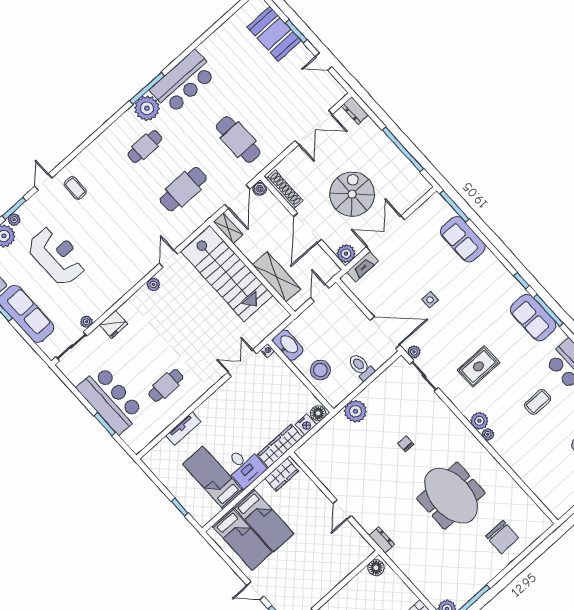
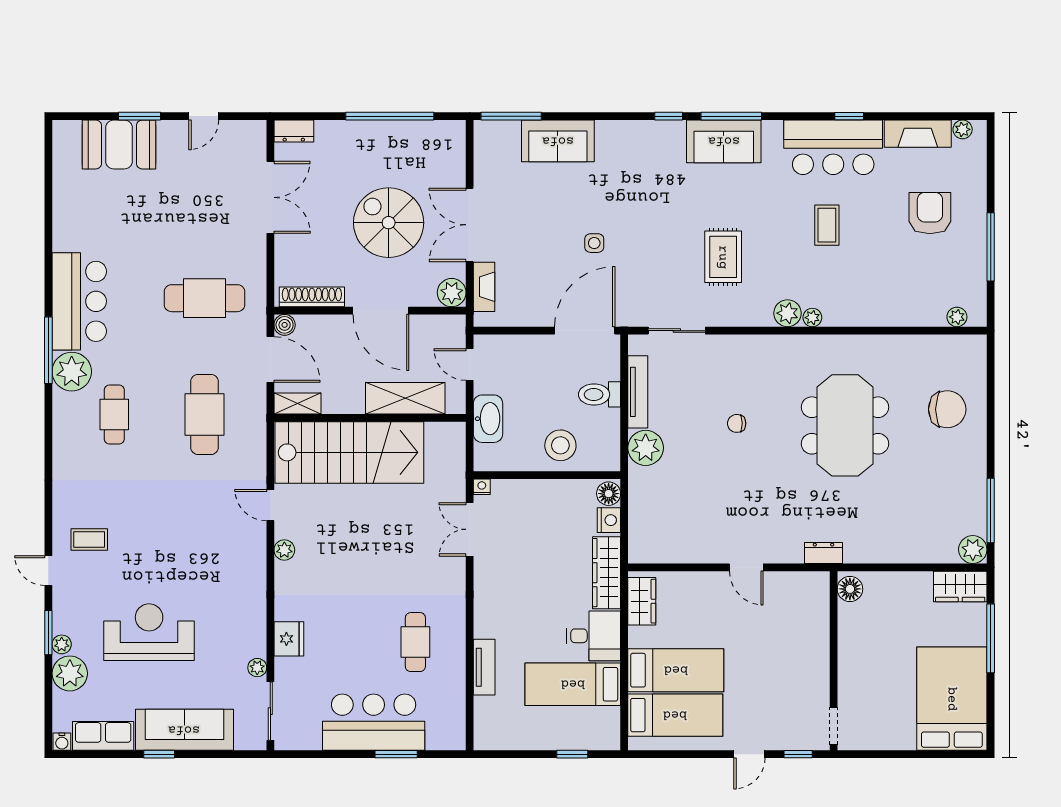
washbasin: (288, 345) -> (488, 419), moved, turned 90
plant: (414, 352) -> (957, 317), moved
tv unit: (378, 384) -> (638, 392), added
meeting table: (451, 496) -> (845, 425), turned 90

